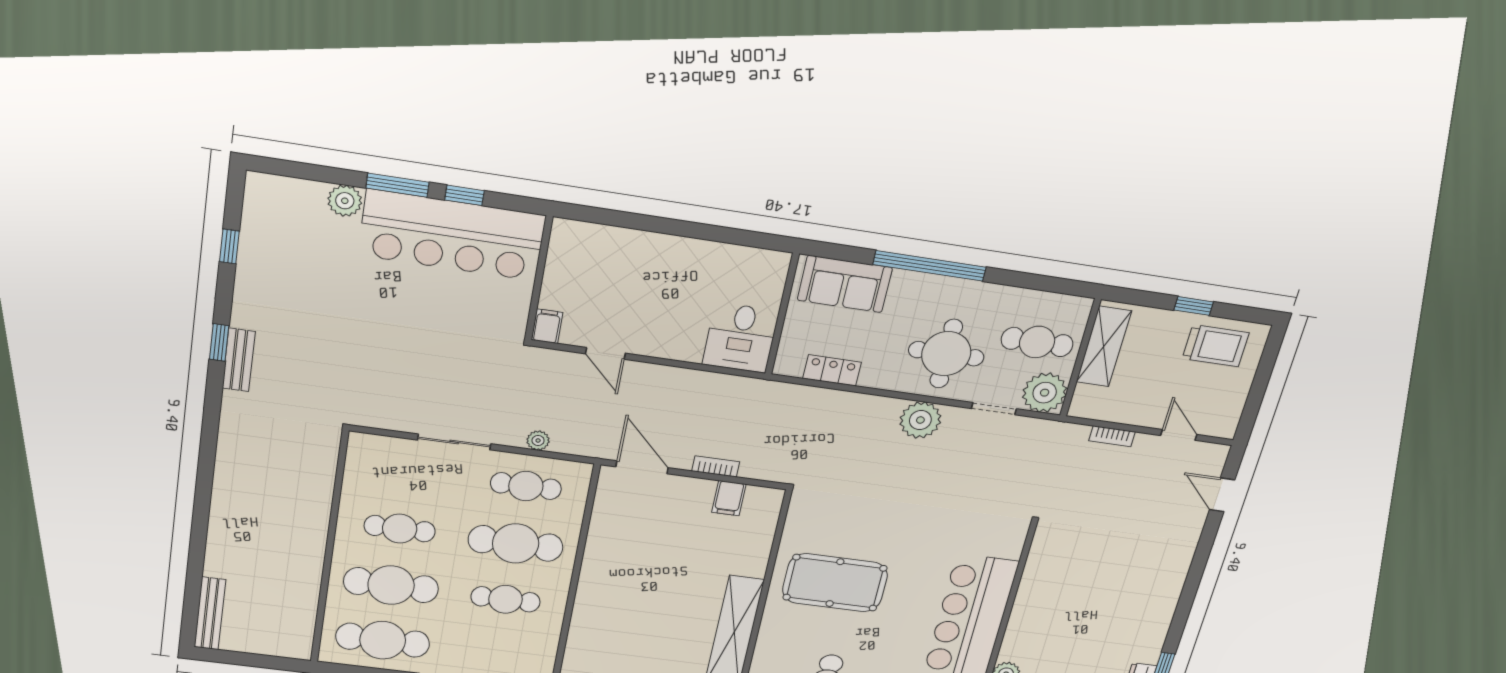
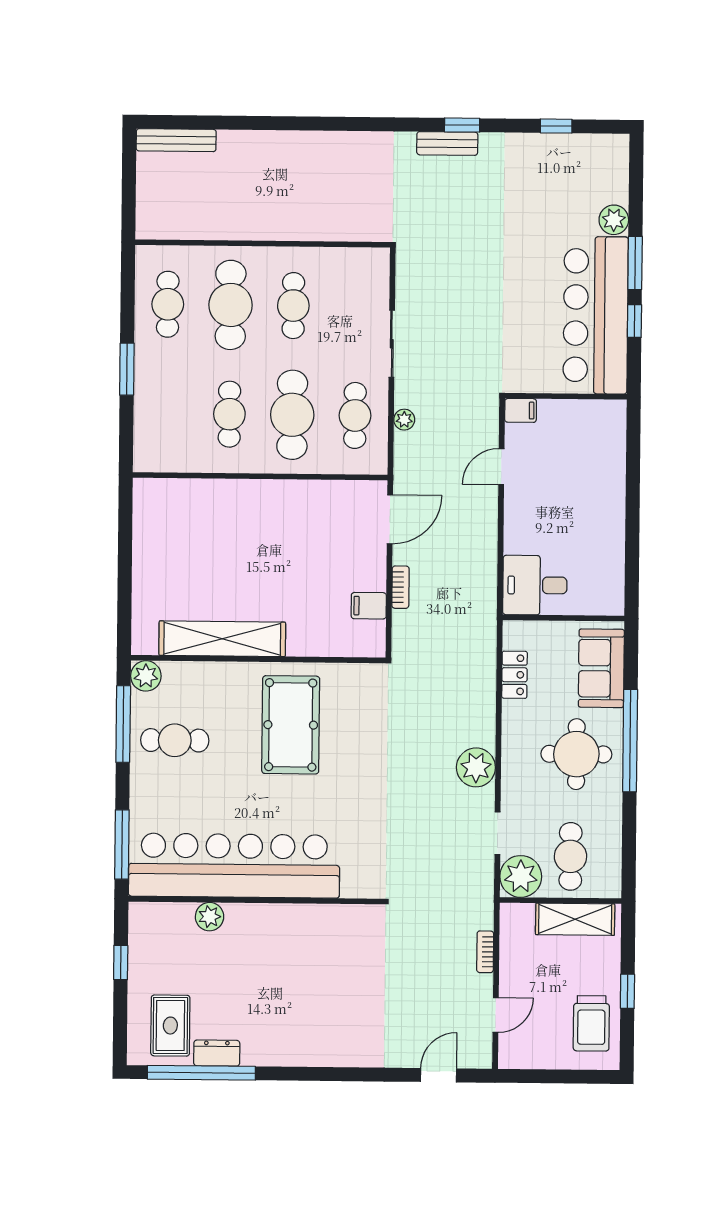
round table: (946, 354) -> (576, 754), moved
cafe table: (383, 640) -> (168, 304), width x0.73, depth x0.74

